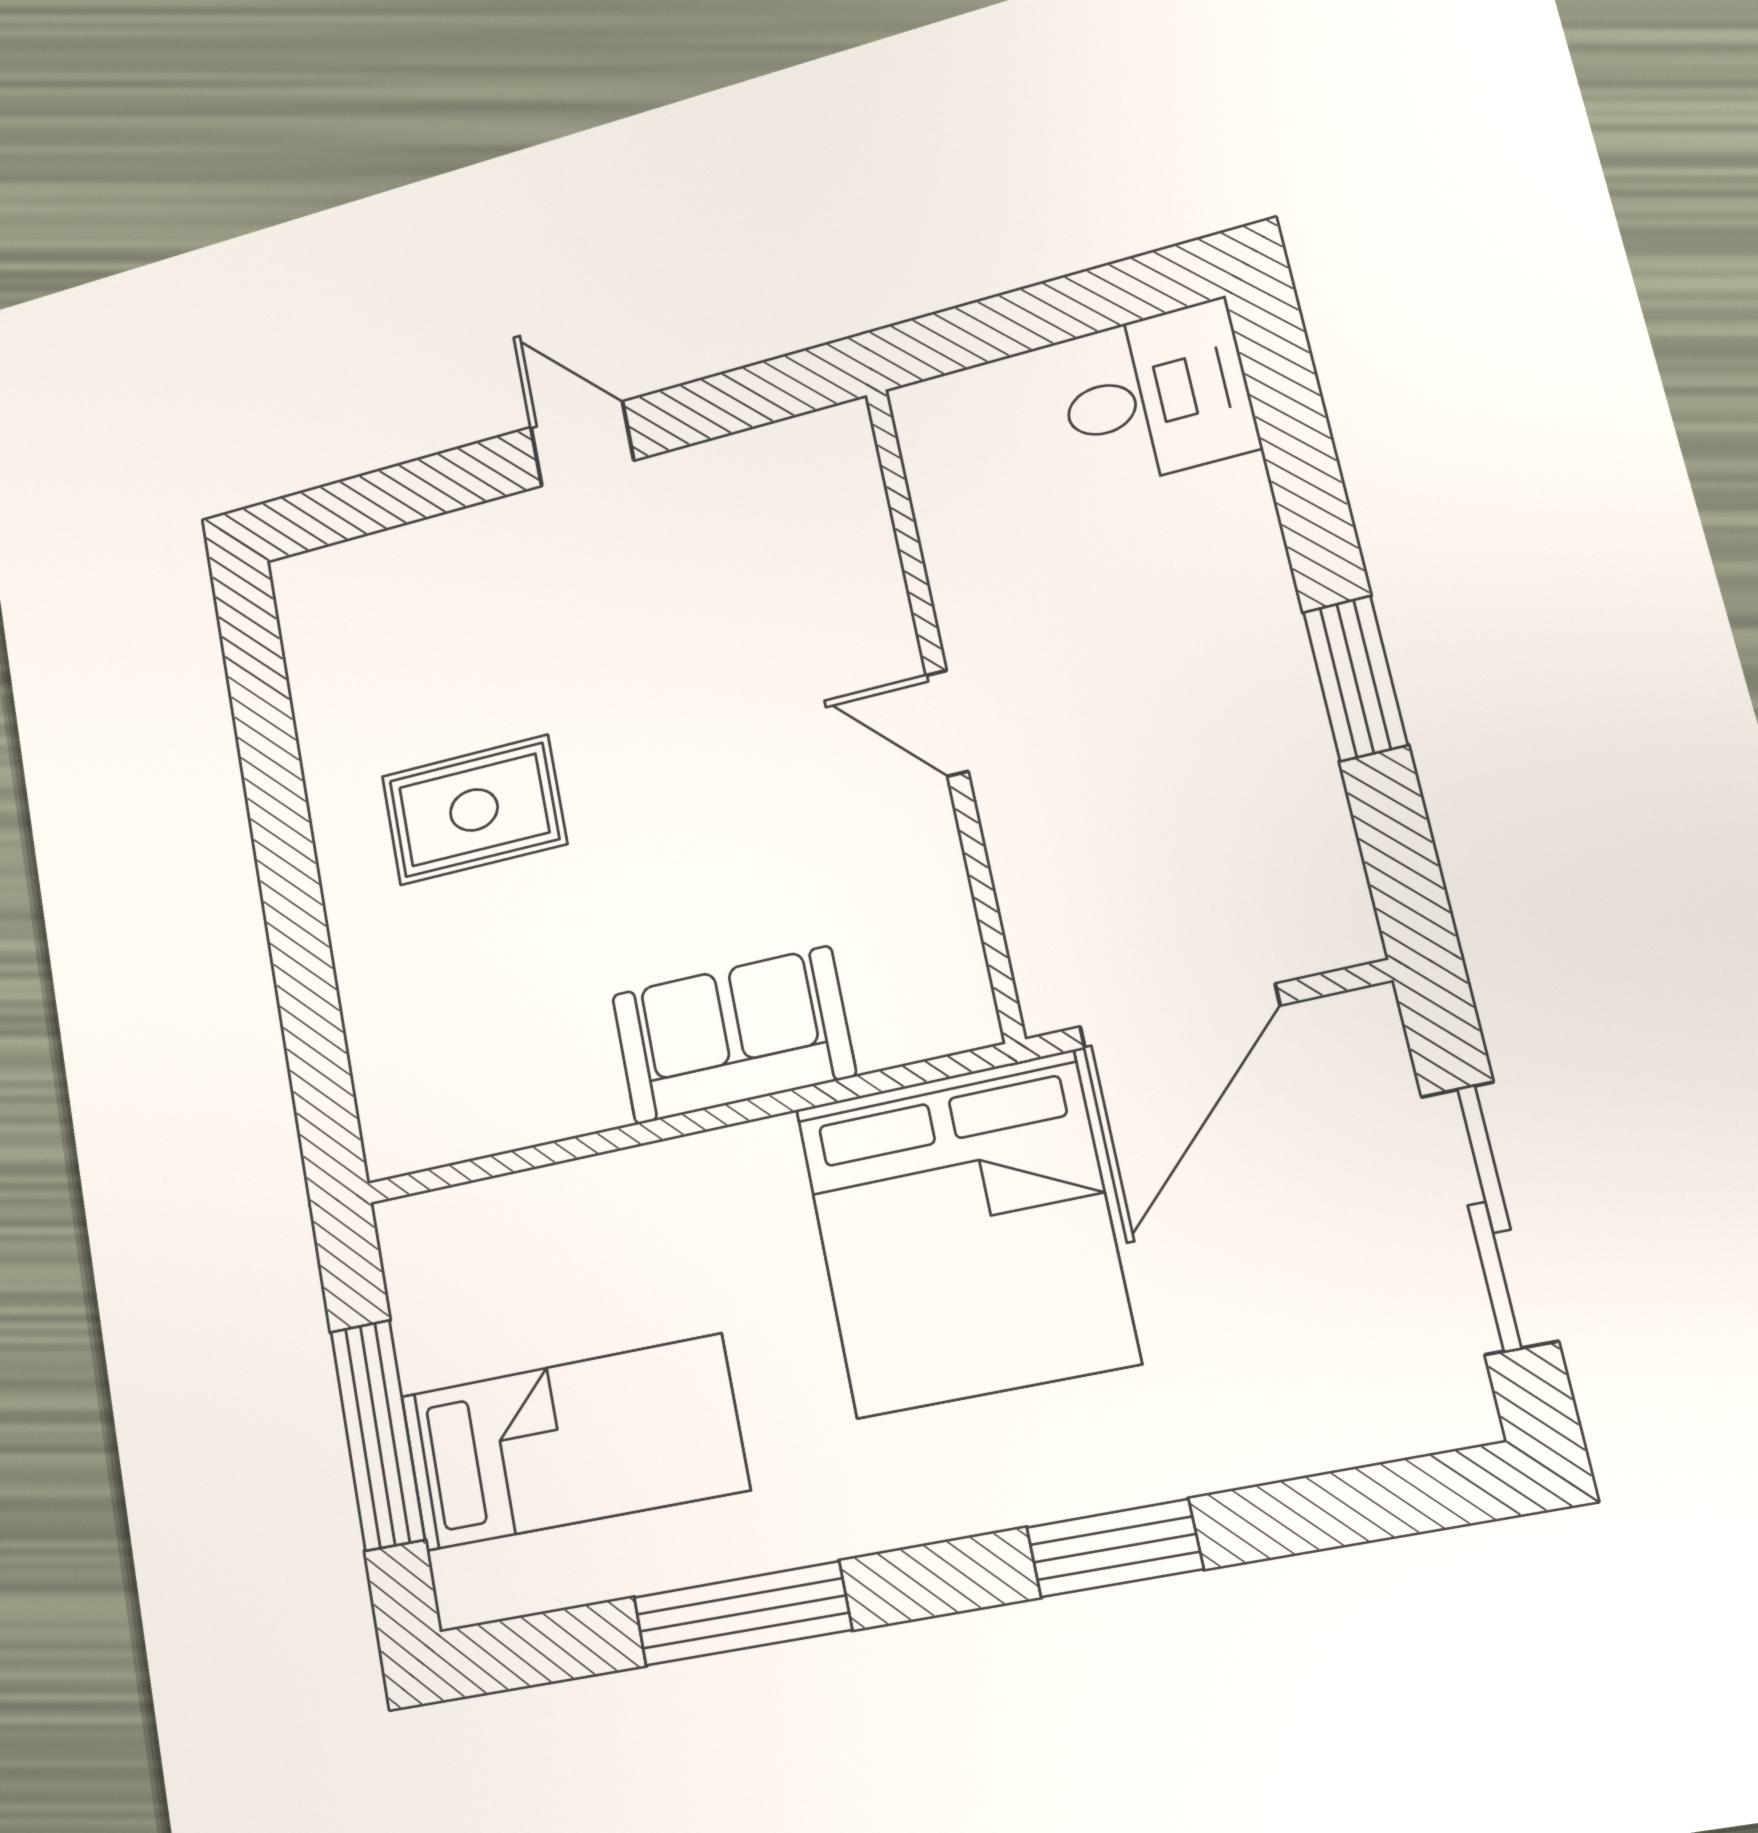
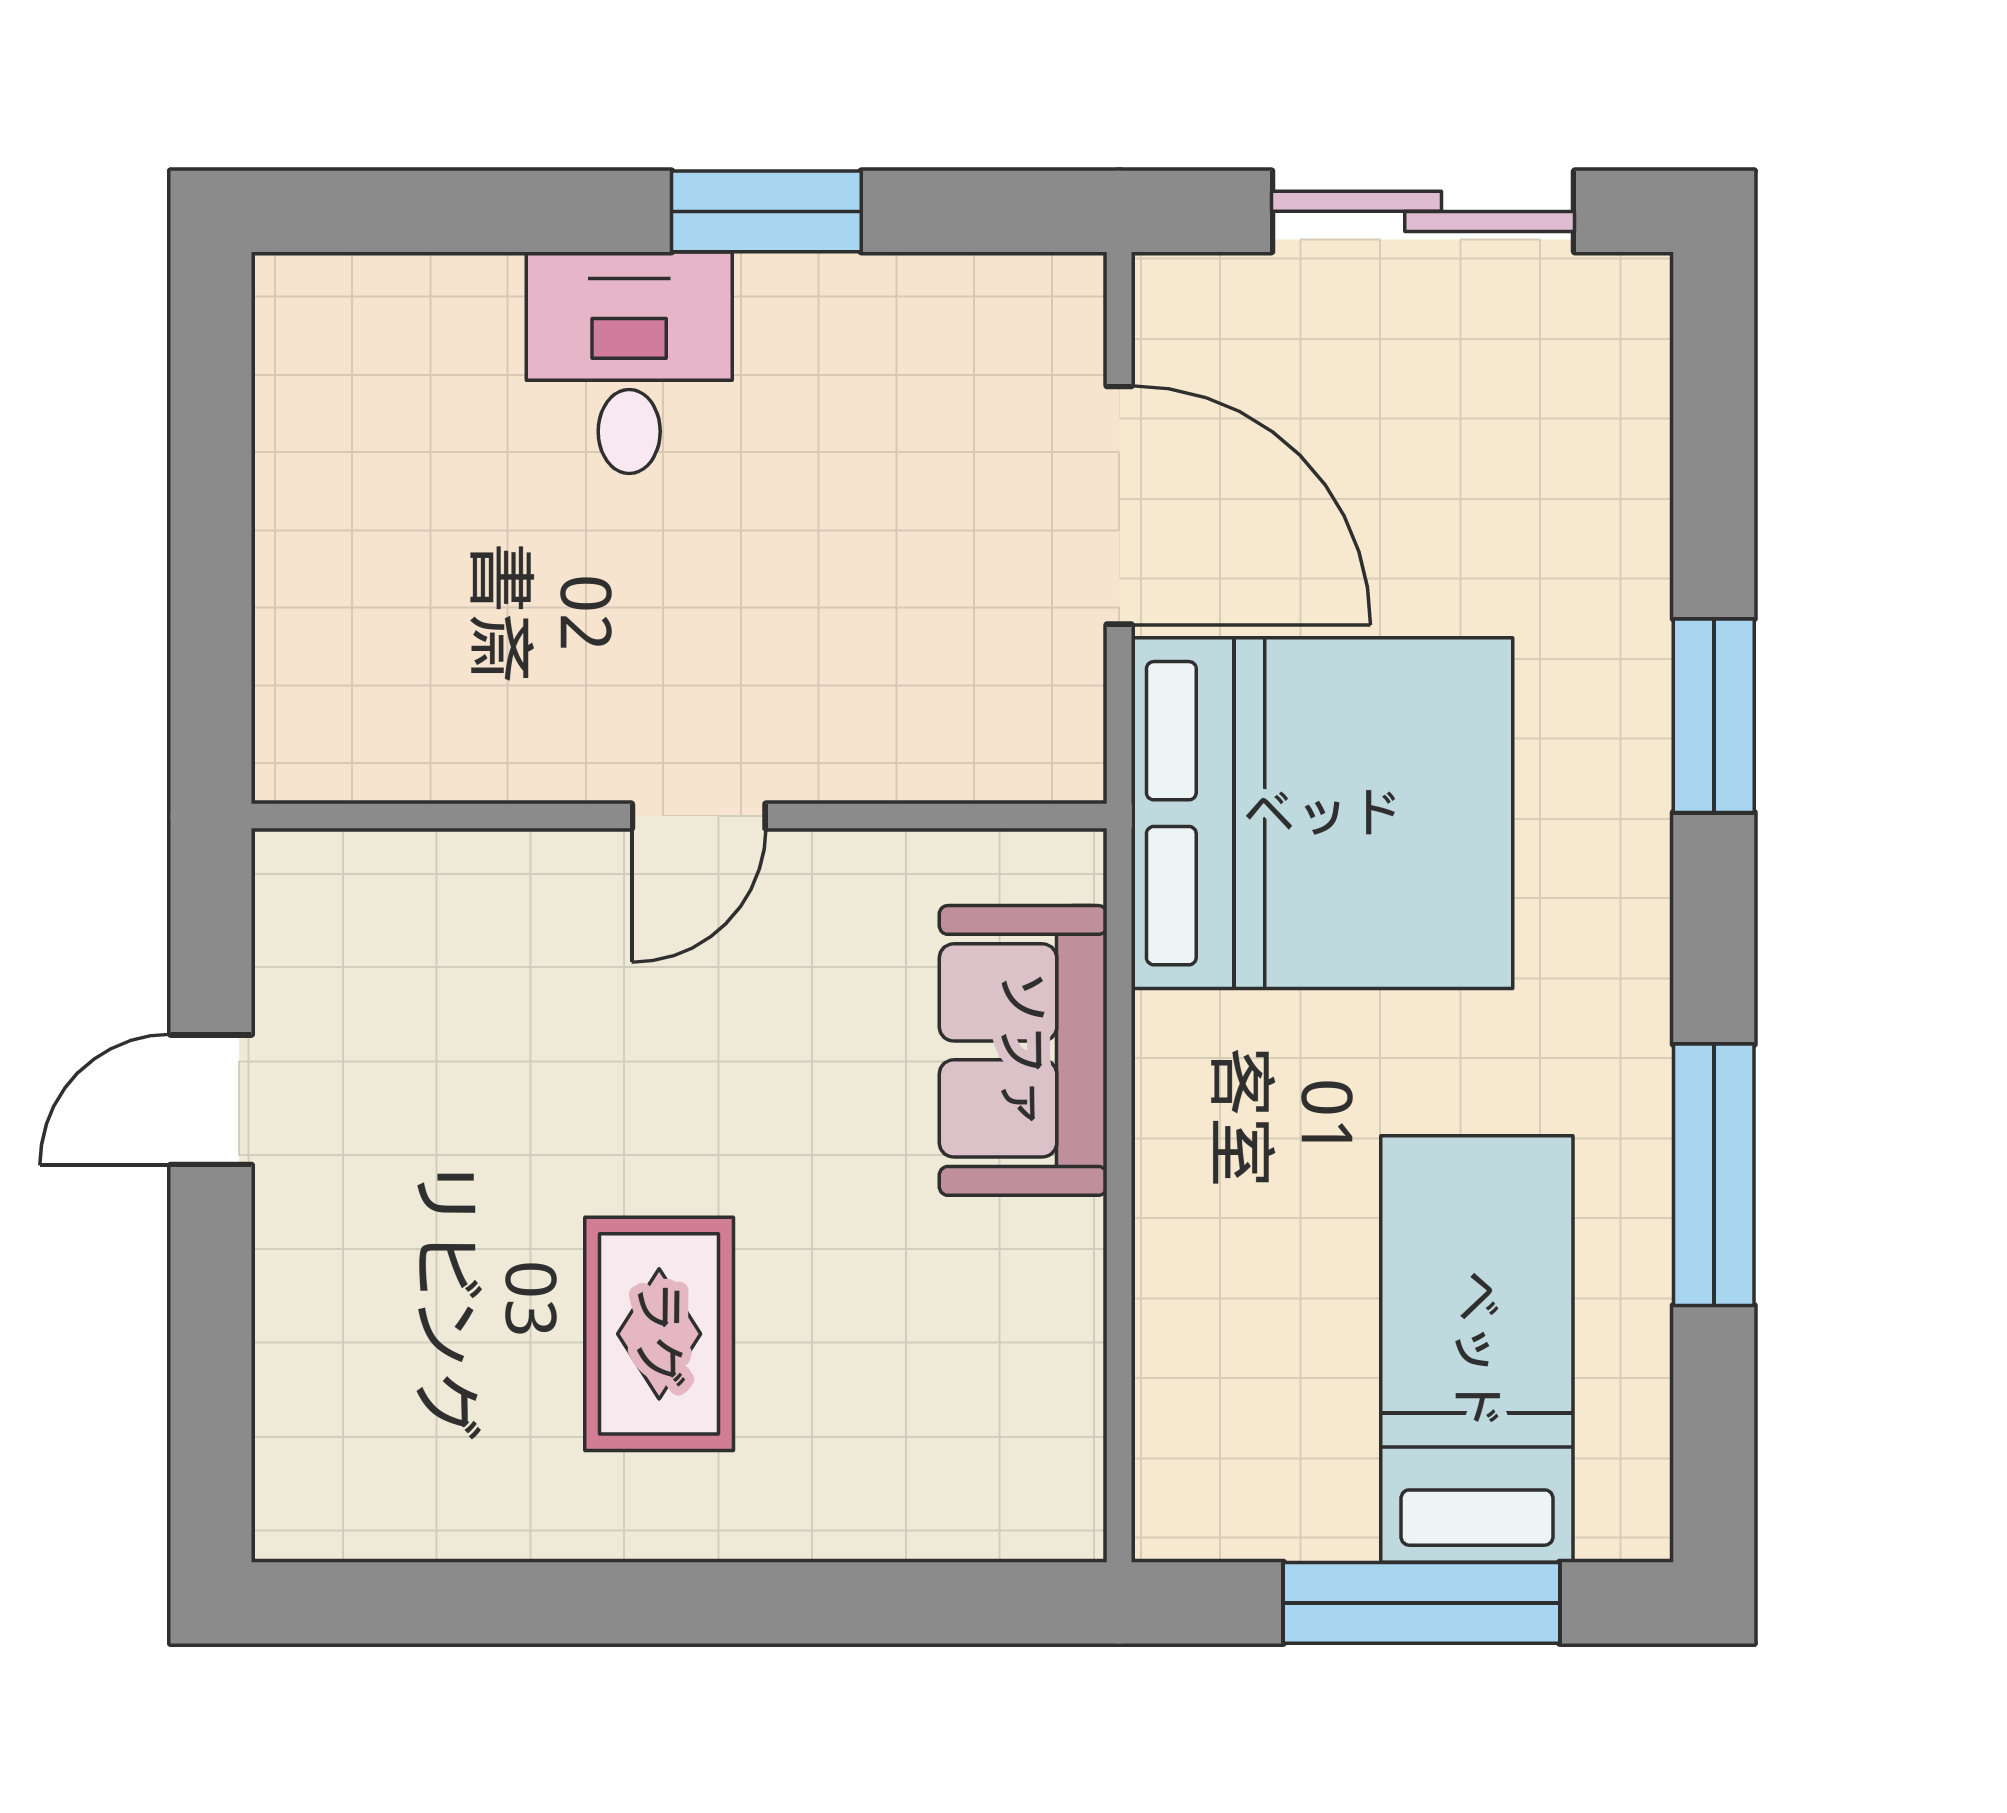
desk: (1156, 395) -> (629, 363), moved
wall: (944, 708) -> (679, 816), moved
door: (947, 723) -> (699, 816), moved

